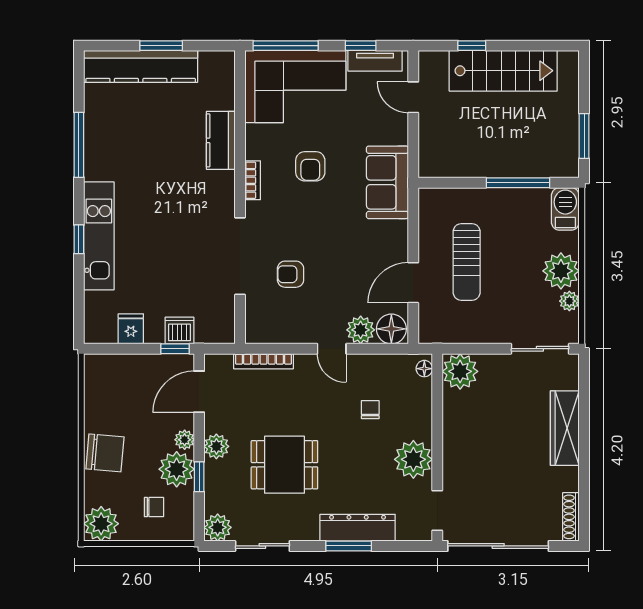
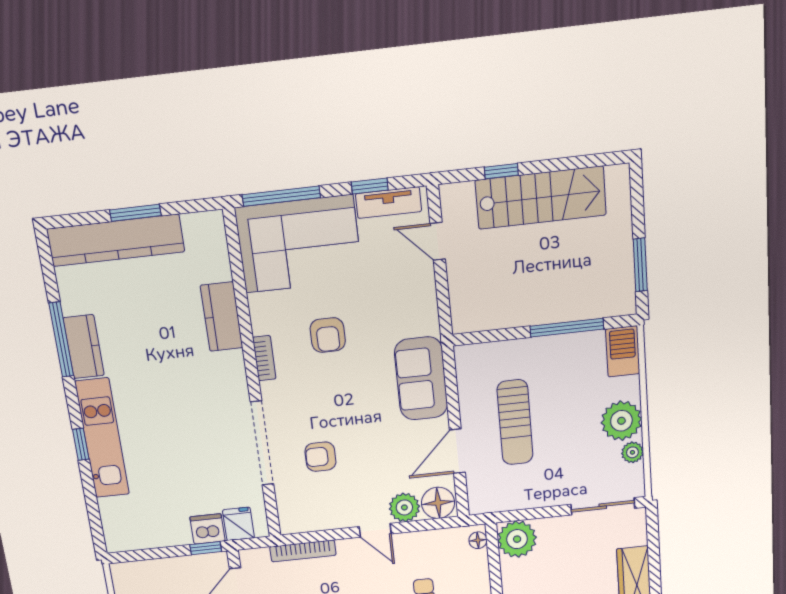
kitchen counter: (97, 153) -> (84, 347), added
sofa: (387, 182) -> (421, 379), moved
fridge: (131, 329) -> (238, 524), moved

